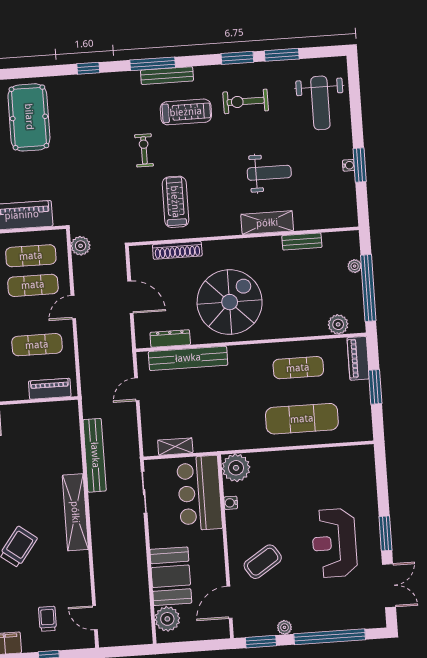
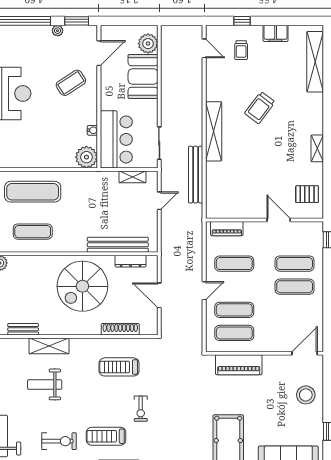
treadmill: (175, 202) -> (119, 367), turned 90
plant: (81, 246) -> (195, 338), removed
door: (137, 389) -> (159, 201), moved

